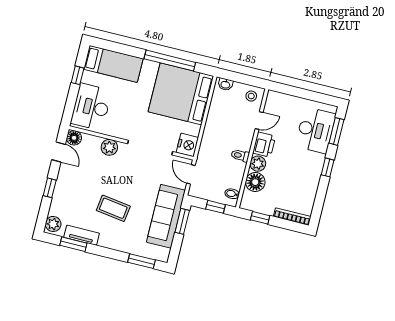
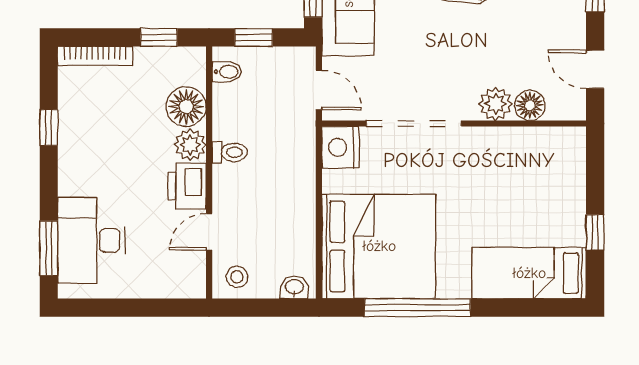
desk: (91, 107) -> (552, 176), removed
floor lamp: (74, 138) -> (530, 105), moved
window: (328, 167) -> (49, 127), moved

